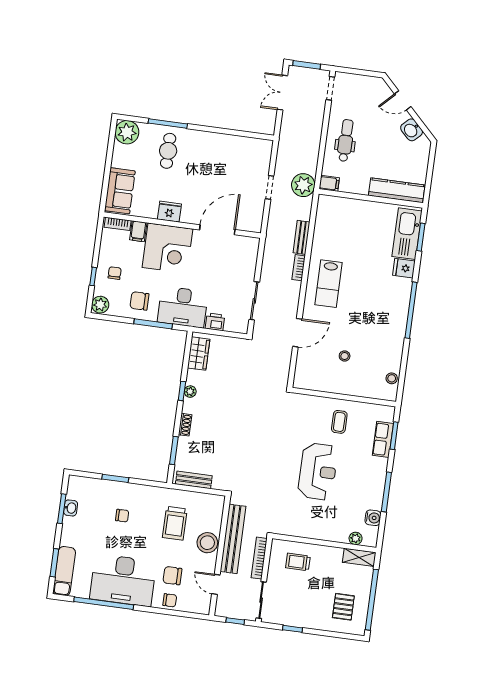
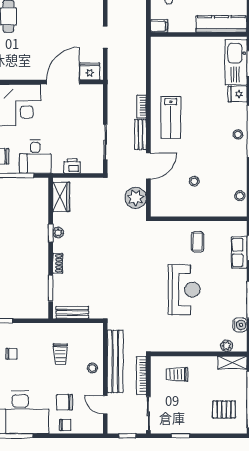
plant: (303, 185) -> (136, 198), moved
fridge: (169, 212) -> (90, 71), moved
bench: (301, 237) -> (140, 134), moved
desk: (183, 307) -> (35, 157), width x0.73
stool: (399, 312) -> (238, 134), added
trolley: (175, 523) -> (60, 354), width x0.73, depth x0.72
stool: (207, 543) -> (92, 368), width x0.53, depth x0.53
pallet: (343, 607) -> (224, 410), turned 90

